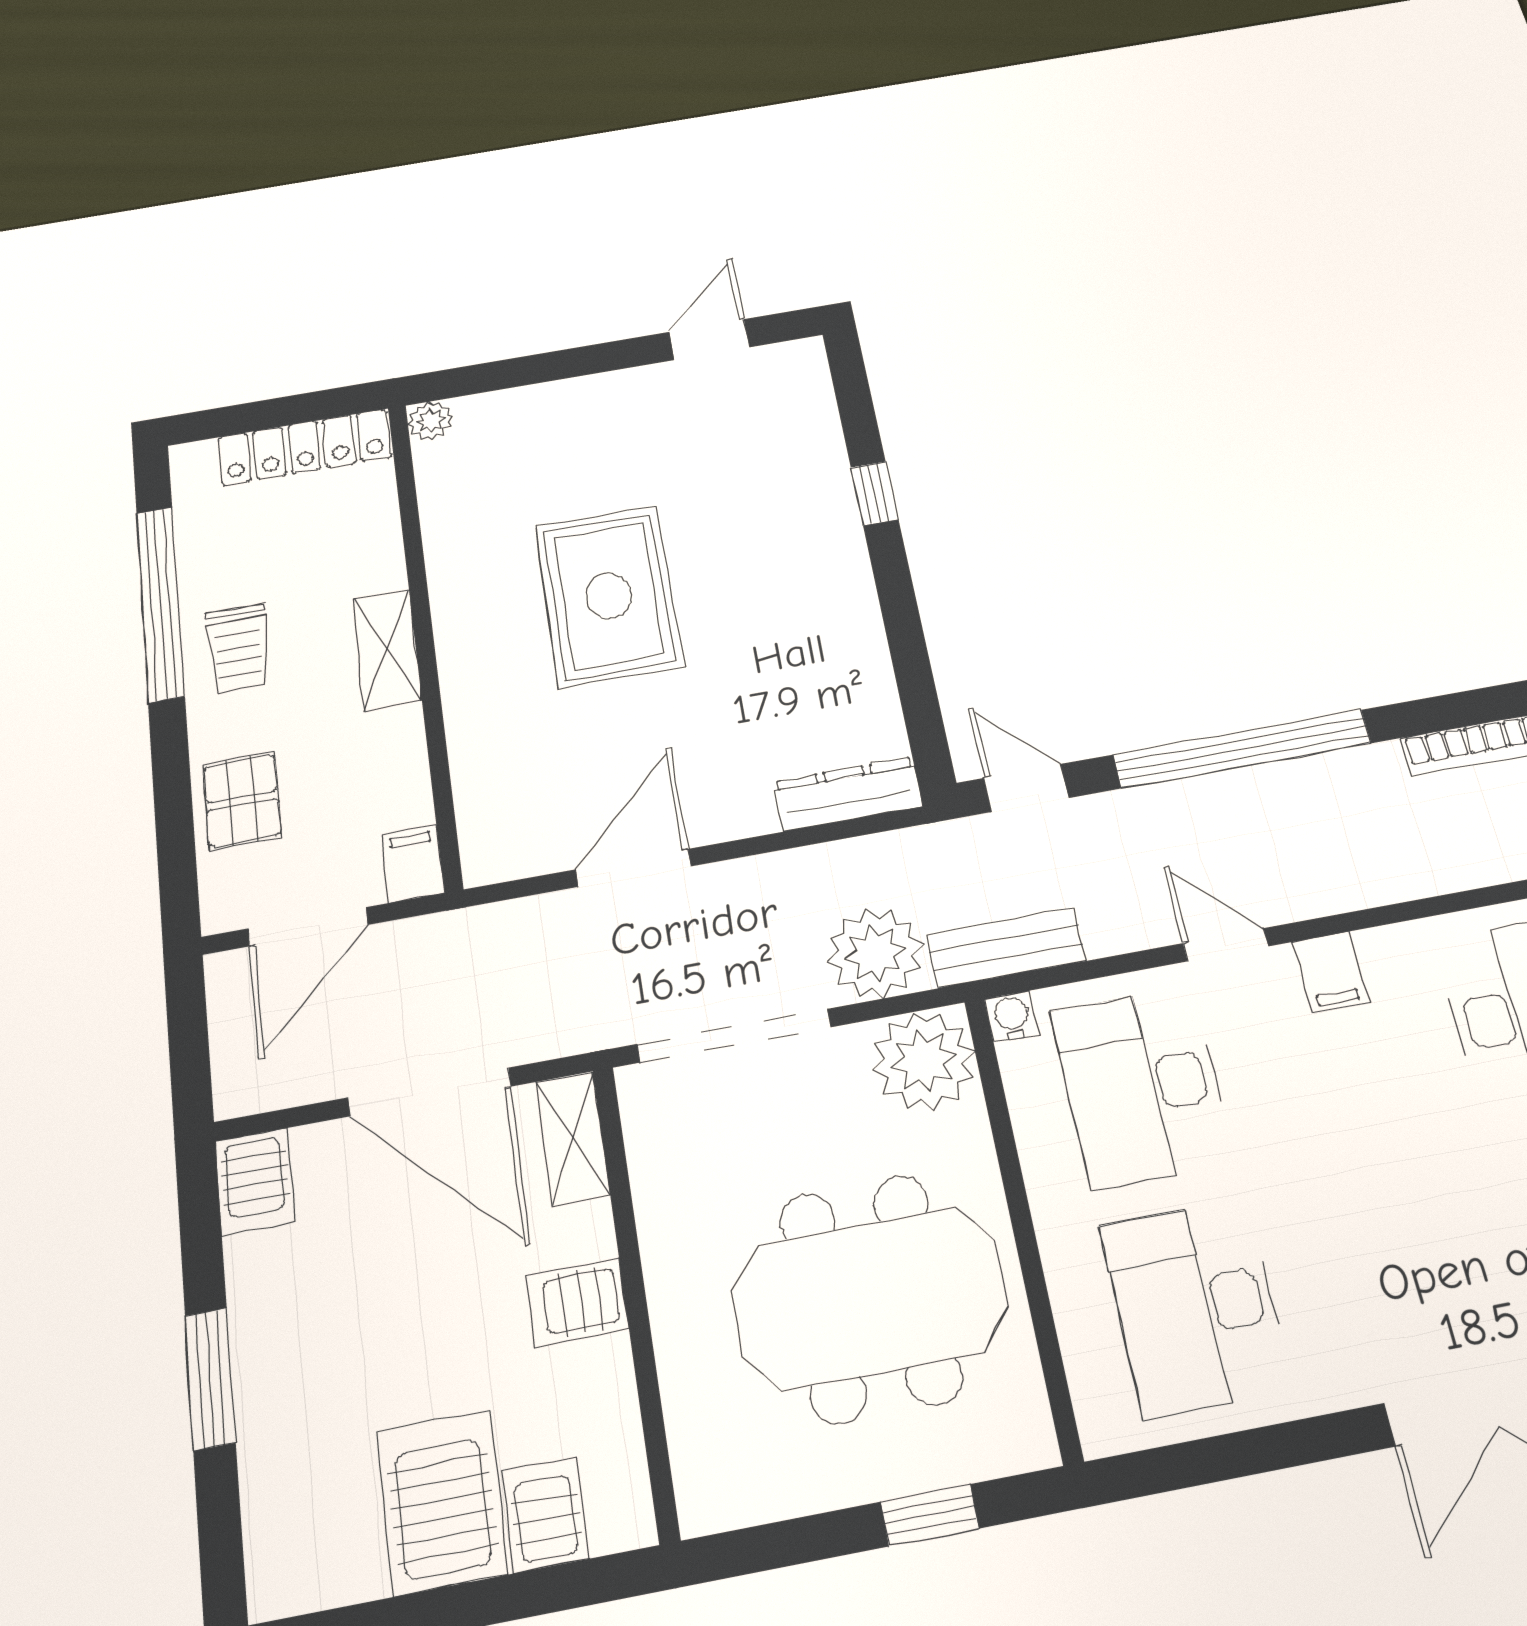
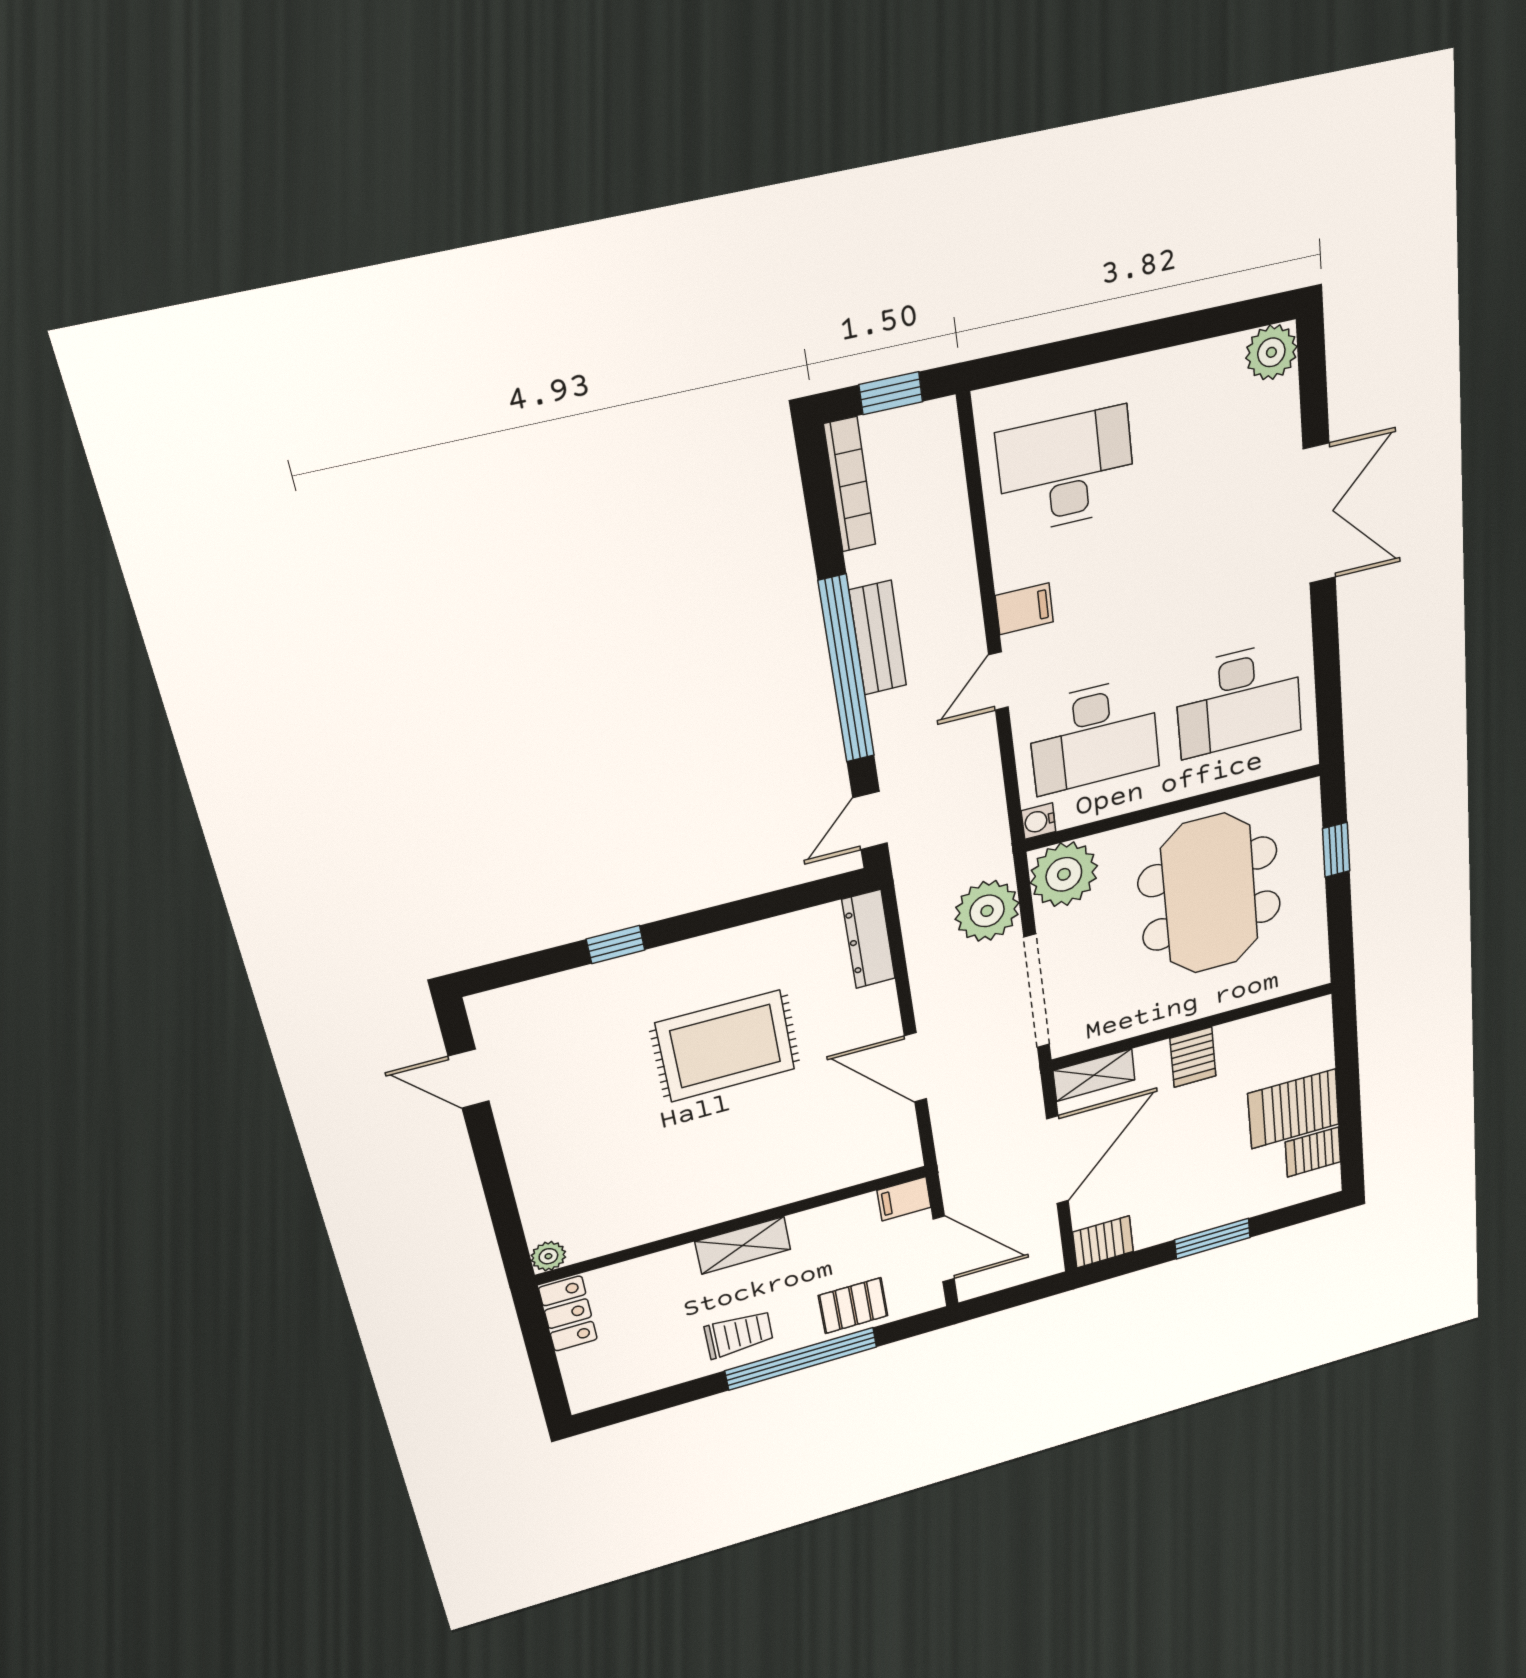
locker: (304, 447) -> (568, 1314), width x0.66
rug: (609, 596) -> (725, 1046), moved
window: (160, 603) -> (801, 1359), moved
bench: (1006, 948) -> (878, 638), moved
server rack: (546, 1515) -> (1313, 1152), moved

